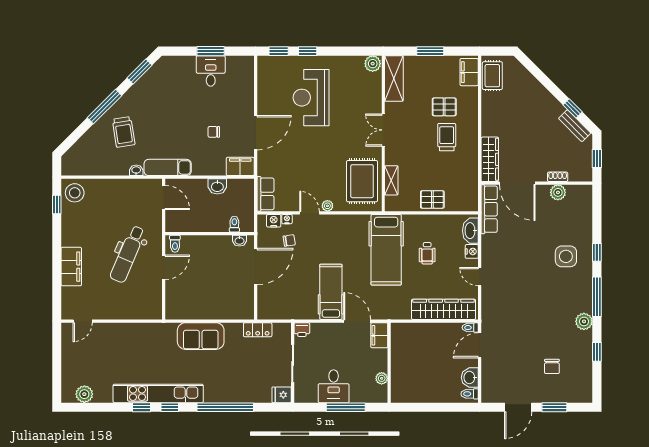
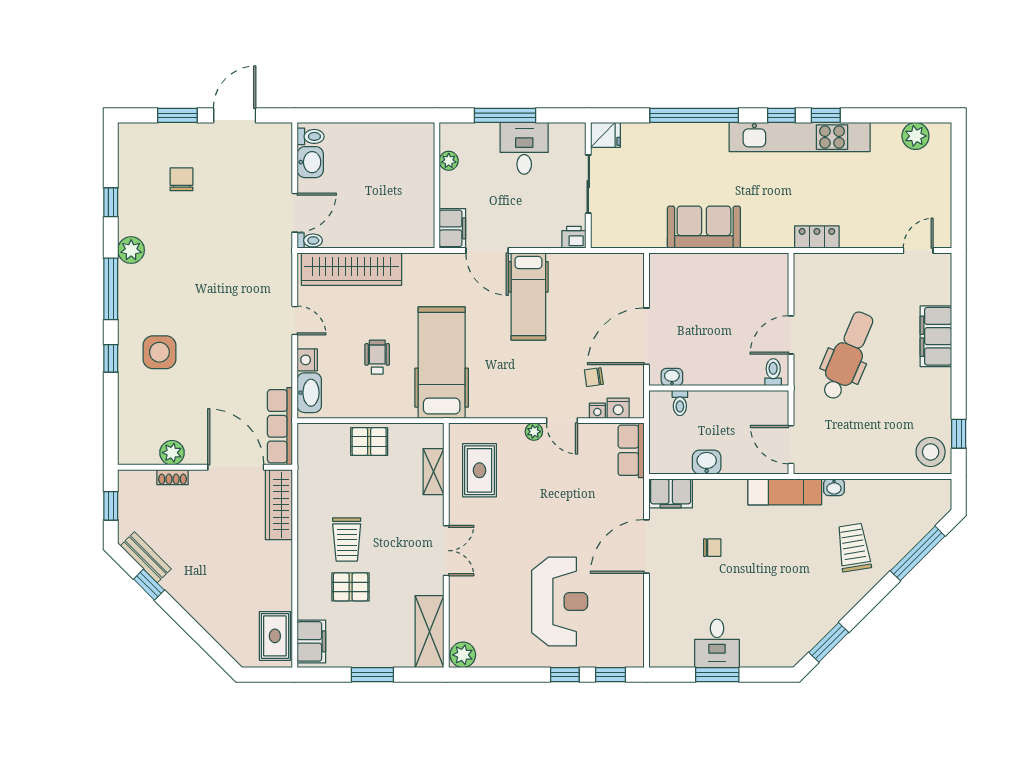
window: (104, 107) -> (918, 553), moved
rug: (362, 181) -> (479, 470), width x0.73, depth x0.70
locker: (258, 330) -> (817, 237), moved
sofa: (201, 336) -> (704, 227), moved

